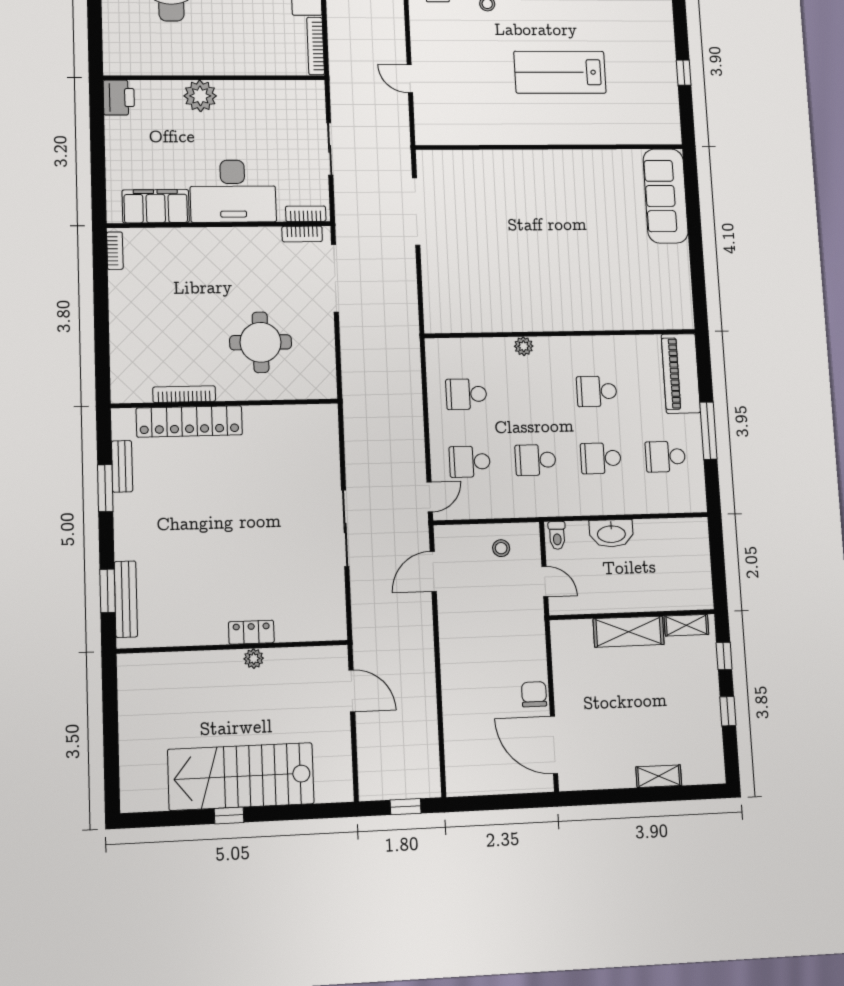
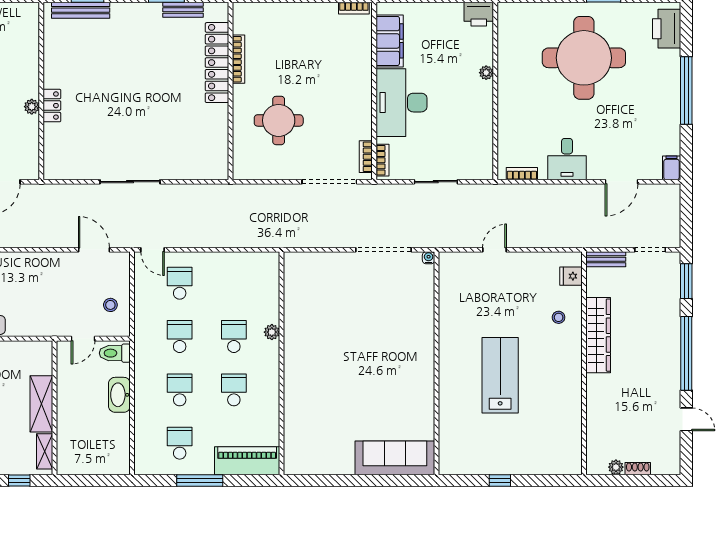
bookcase: (316, 46) -> (522, 174), width x0.64
plant: (200, 96) -> (486, 73), width x0.53, depth x0.53
water cooler: (423, 157) -> (429, 258), added
school desk: (466, 394) -> (234, 337), moved
toilet: (557, 535) -> (115, 353), width x1.37, depth x1.39

